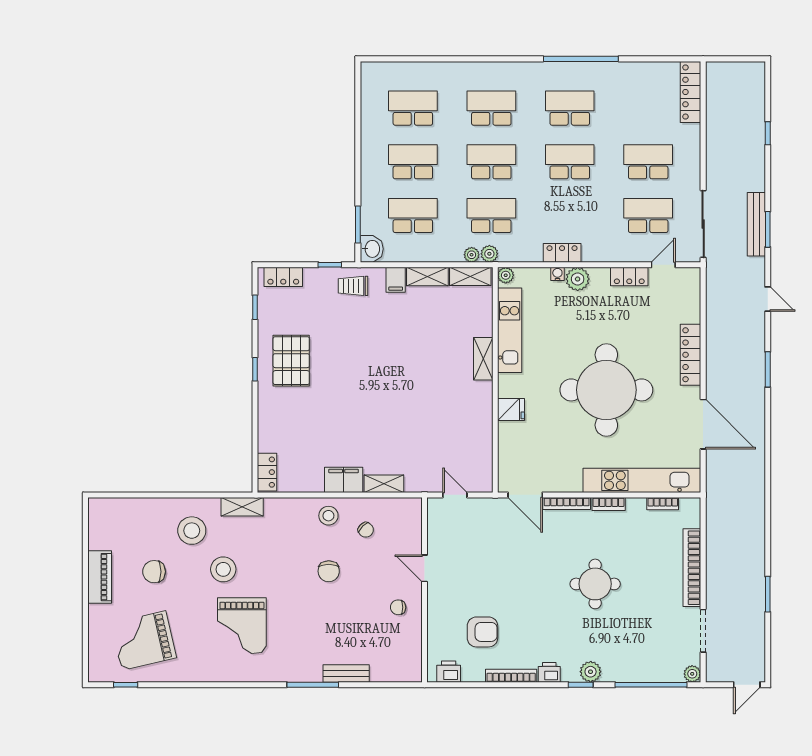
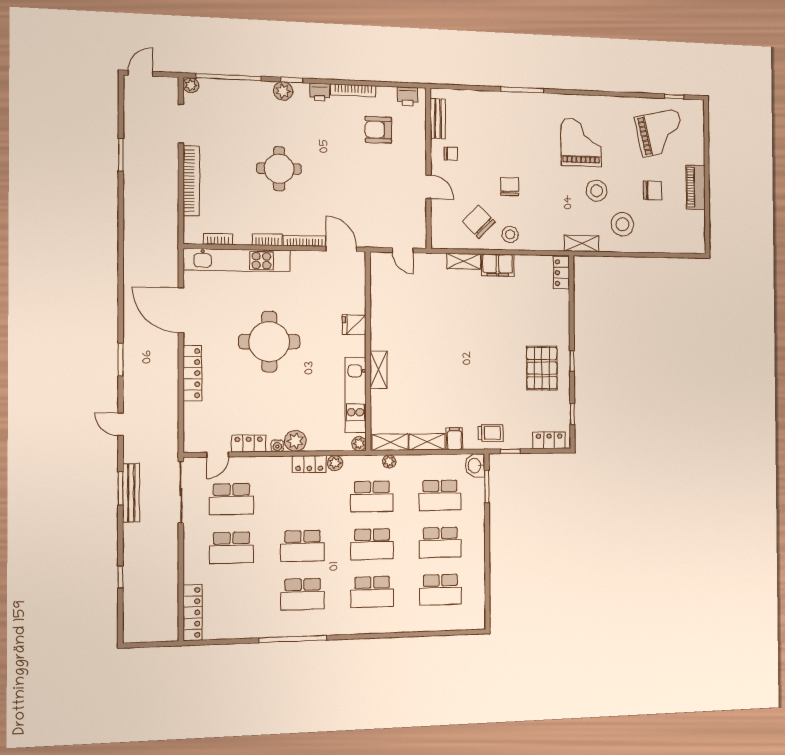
plant: (489, 254) -> (335, 463), moved
water cooler: (557, 274) -> (277, 446), moved
round table: (606, 390) -> (269, 342), width x0.73, depth x0.73
chair: (366, 530) -> (479, 222), width x1.87, depth x1.87
bench: (346, 673) -> (438, 119), moved, turned 90

